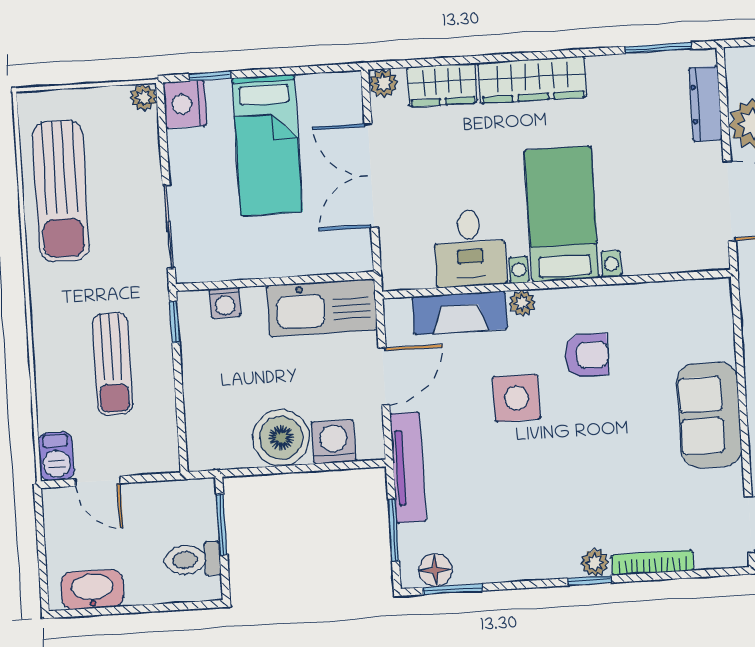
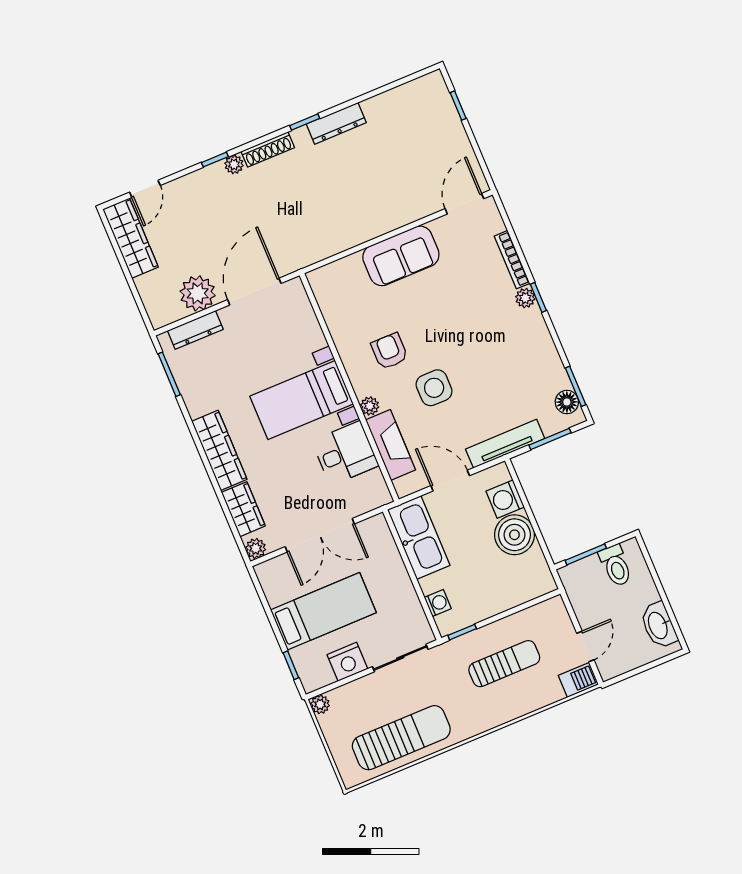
nightstand: (185, 104) -> (347, 662), moved

